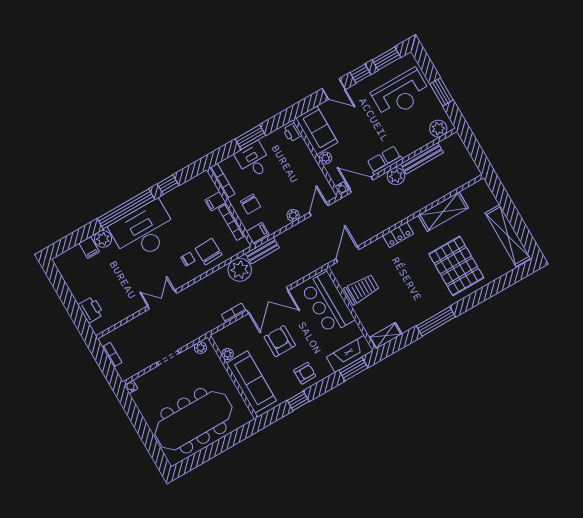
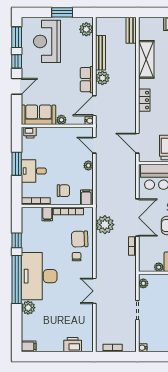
reception desk: (401, 94) -> (47, 41), turned 180
filing cabinet: (89, 248) -> (29, 346), moved
bench: (262, 251) -> (131, 30), moved

